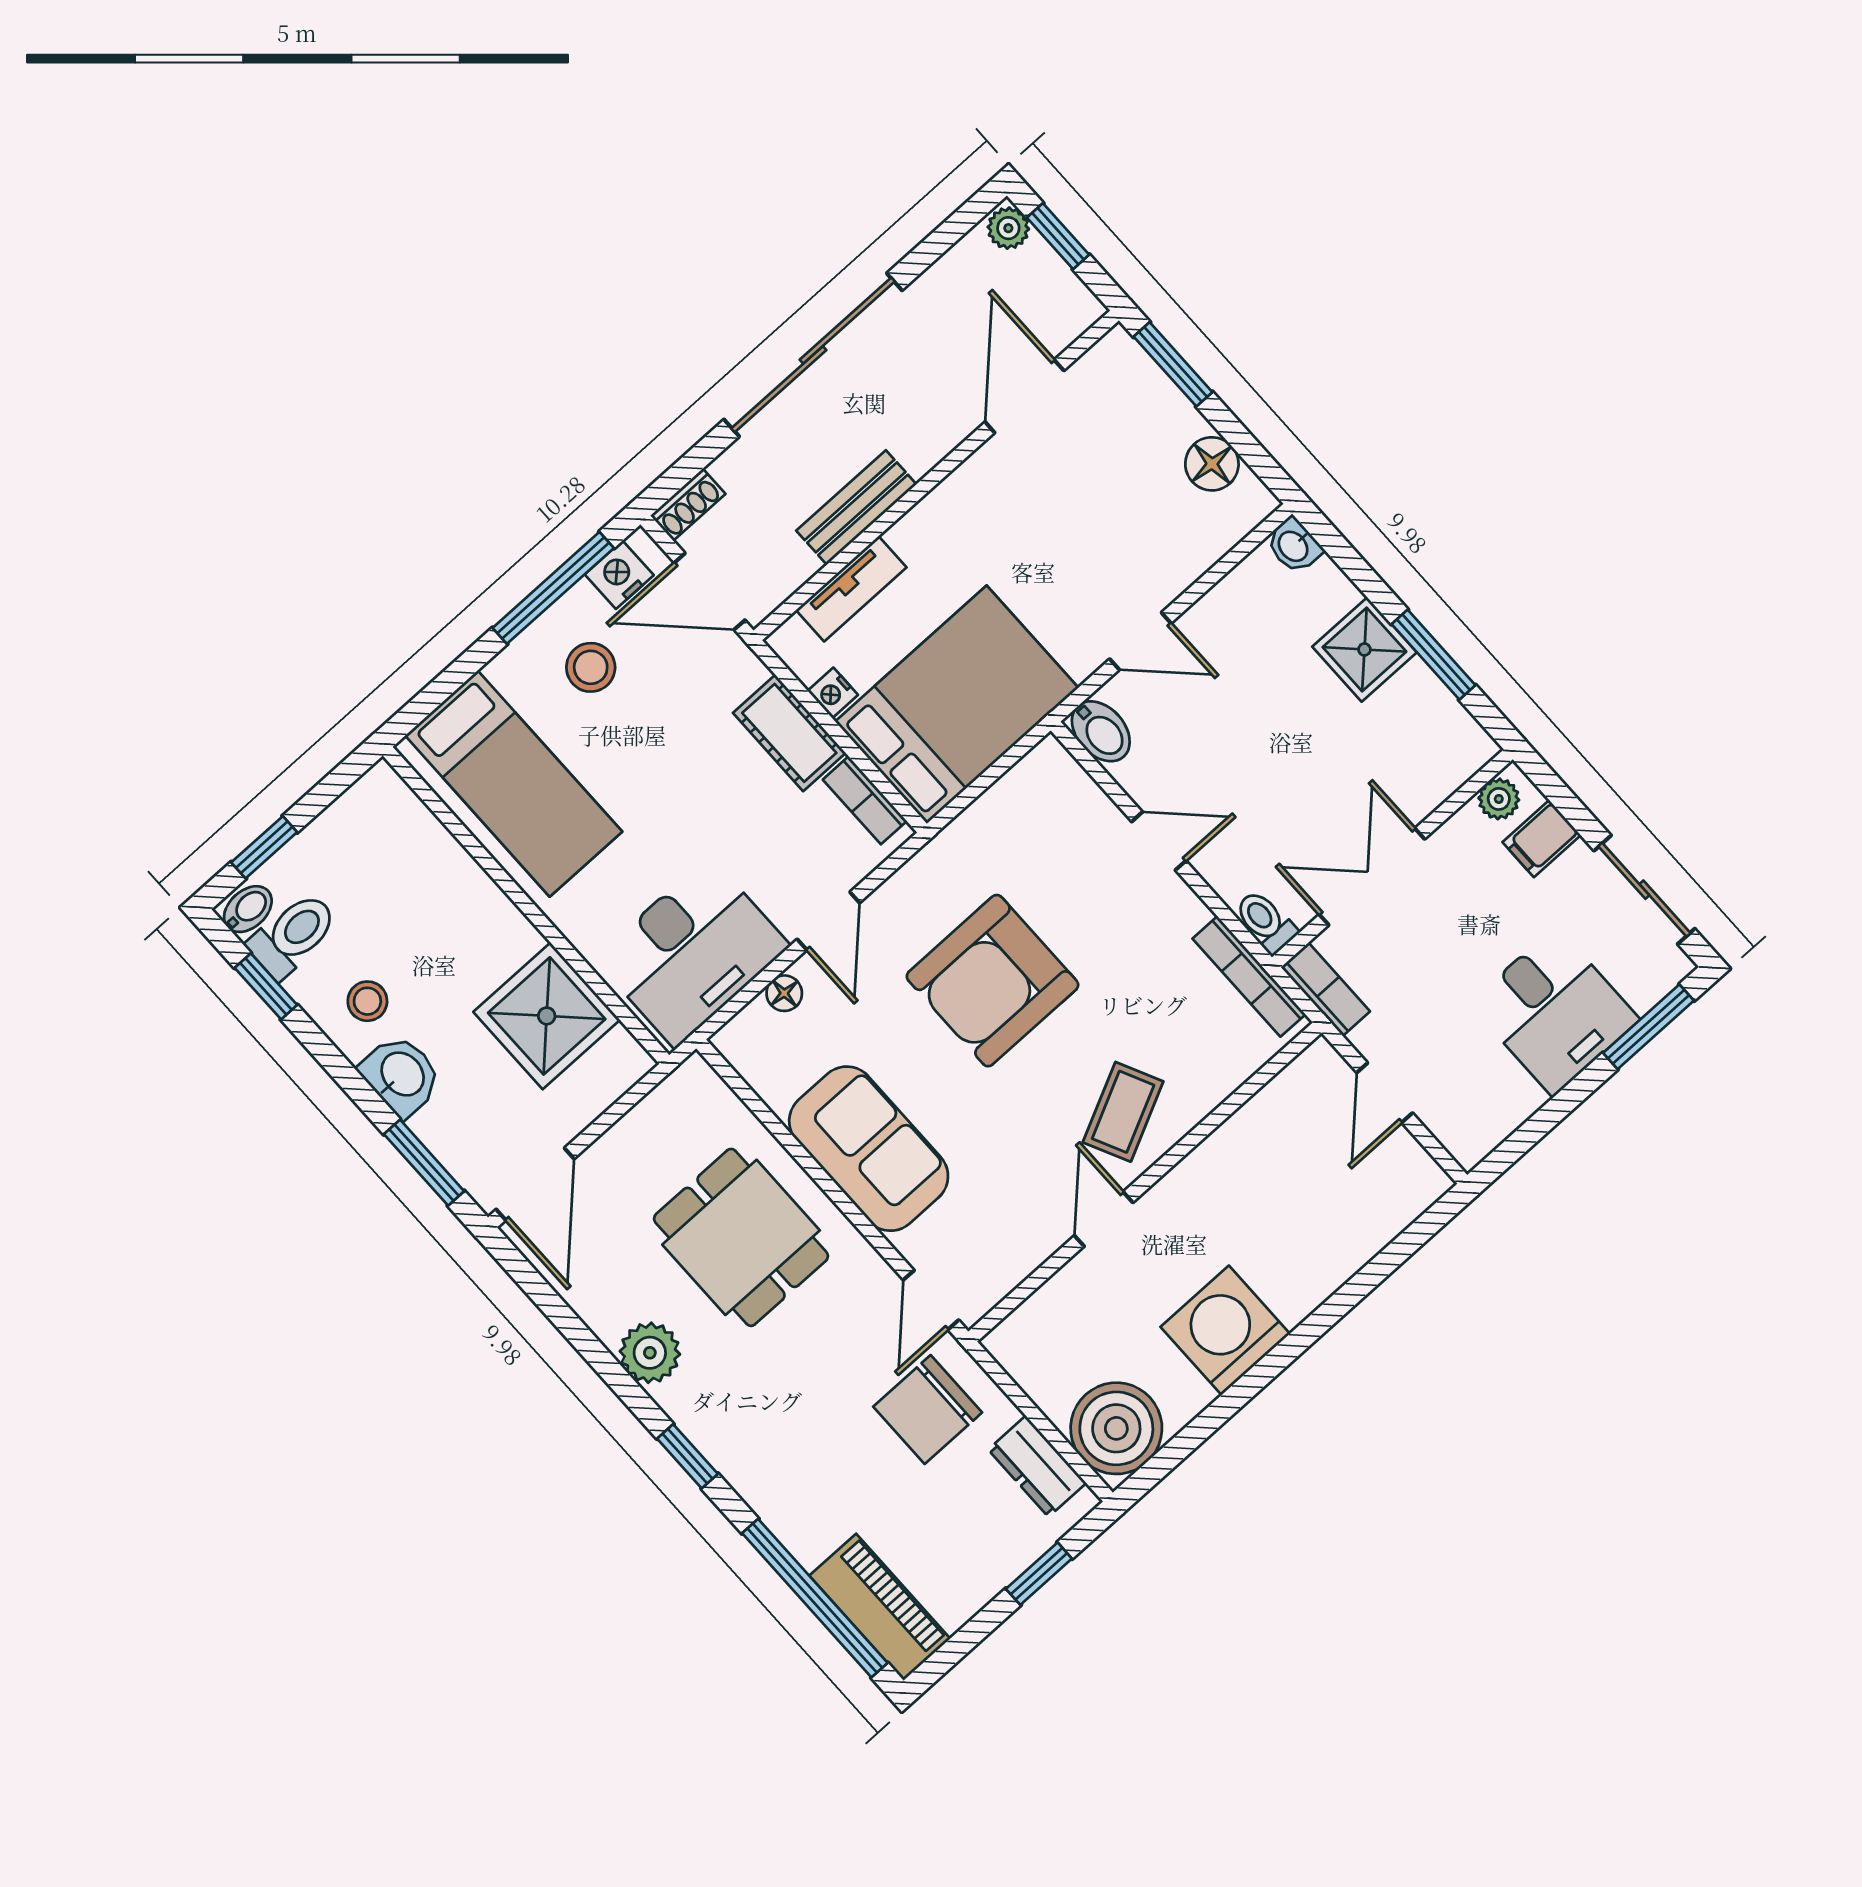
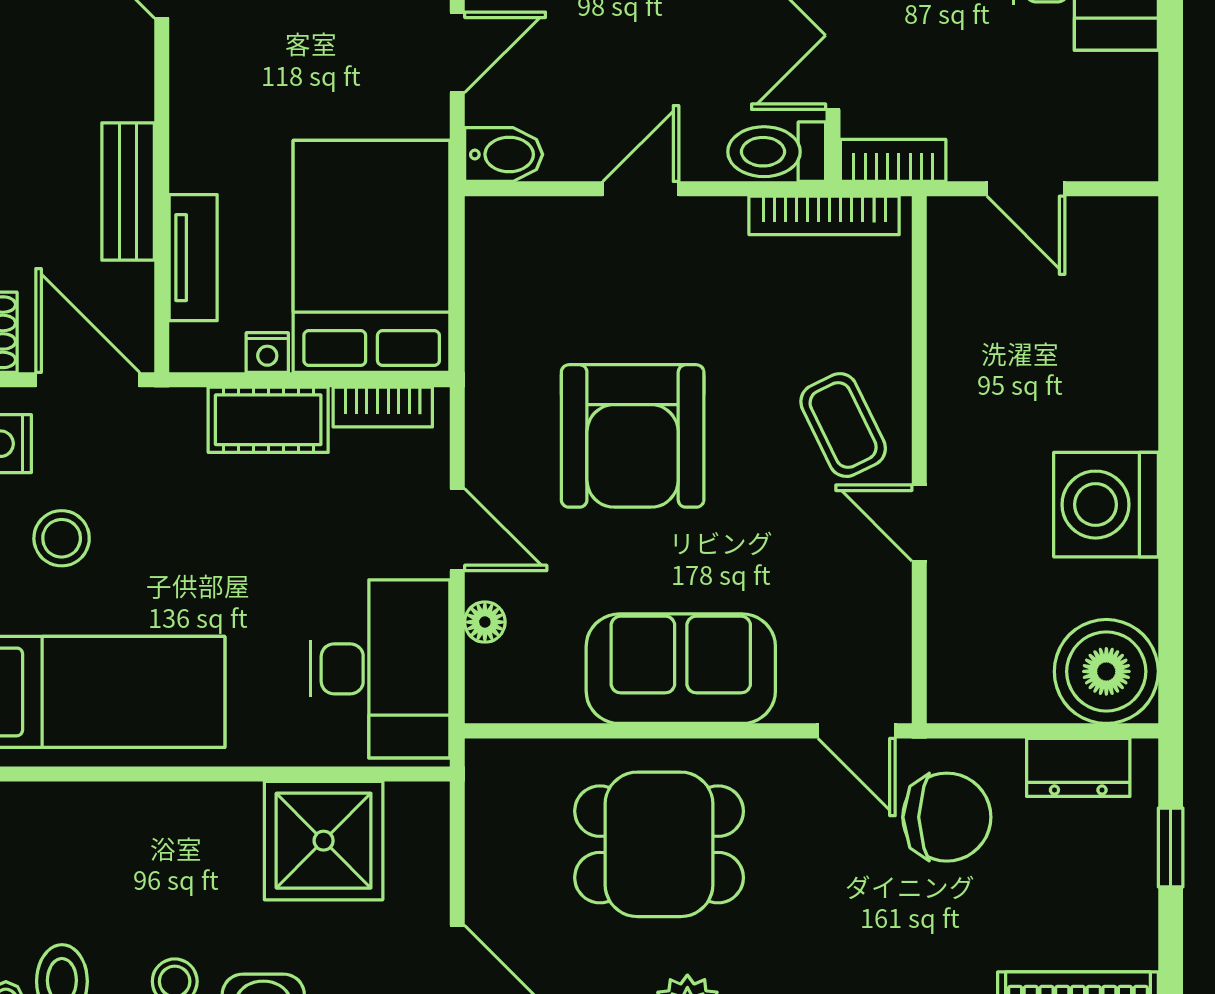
door: (710, 591) -> (88, 380), swing flipped
toilet: (1266, 922) -> (777, 152), width x1.37, depth x1.39
chair: (928, 1410) -> (947, 817), turned -90

